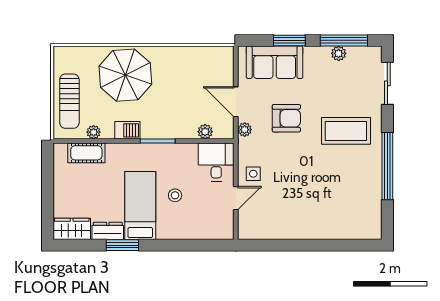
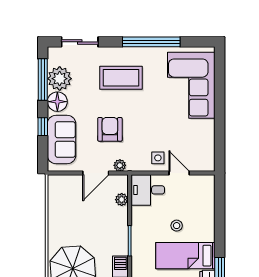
window: (289, 40) -> (43, 127), width x0.67
plant: (339, 53) -> (60, 79), width x1.88, depth x1.88
floor lamp: (318, 57) -> (57, 102), added
coffee table: (346, 131) -> (121, 78), turned 90
corner sofa: (337, 212) -> (191, 85), added

